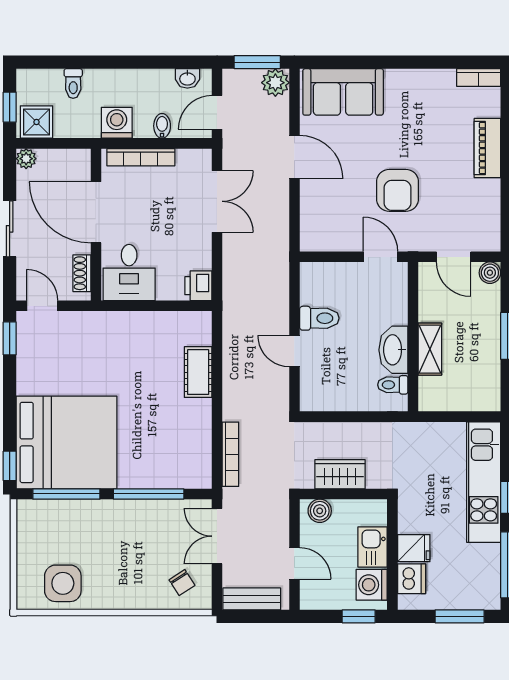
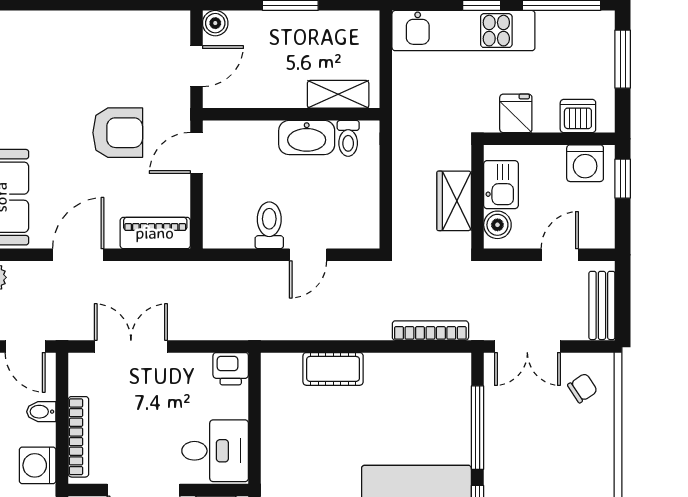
piano: (487, 148) -> (155, 233), moved, turned 180
shelving: (430, 349) -> (338, 94), moved
kitchen sink: (373, 547) -> (501, 185), moved, turned -90
fridge: (414, 548) -> (516, 113), moved

